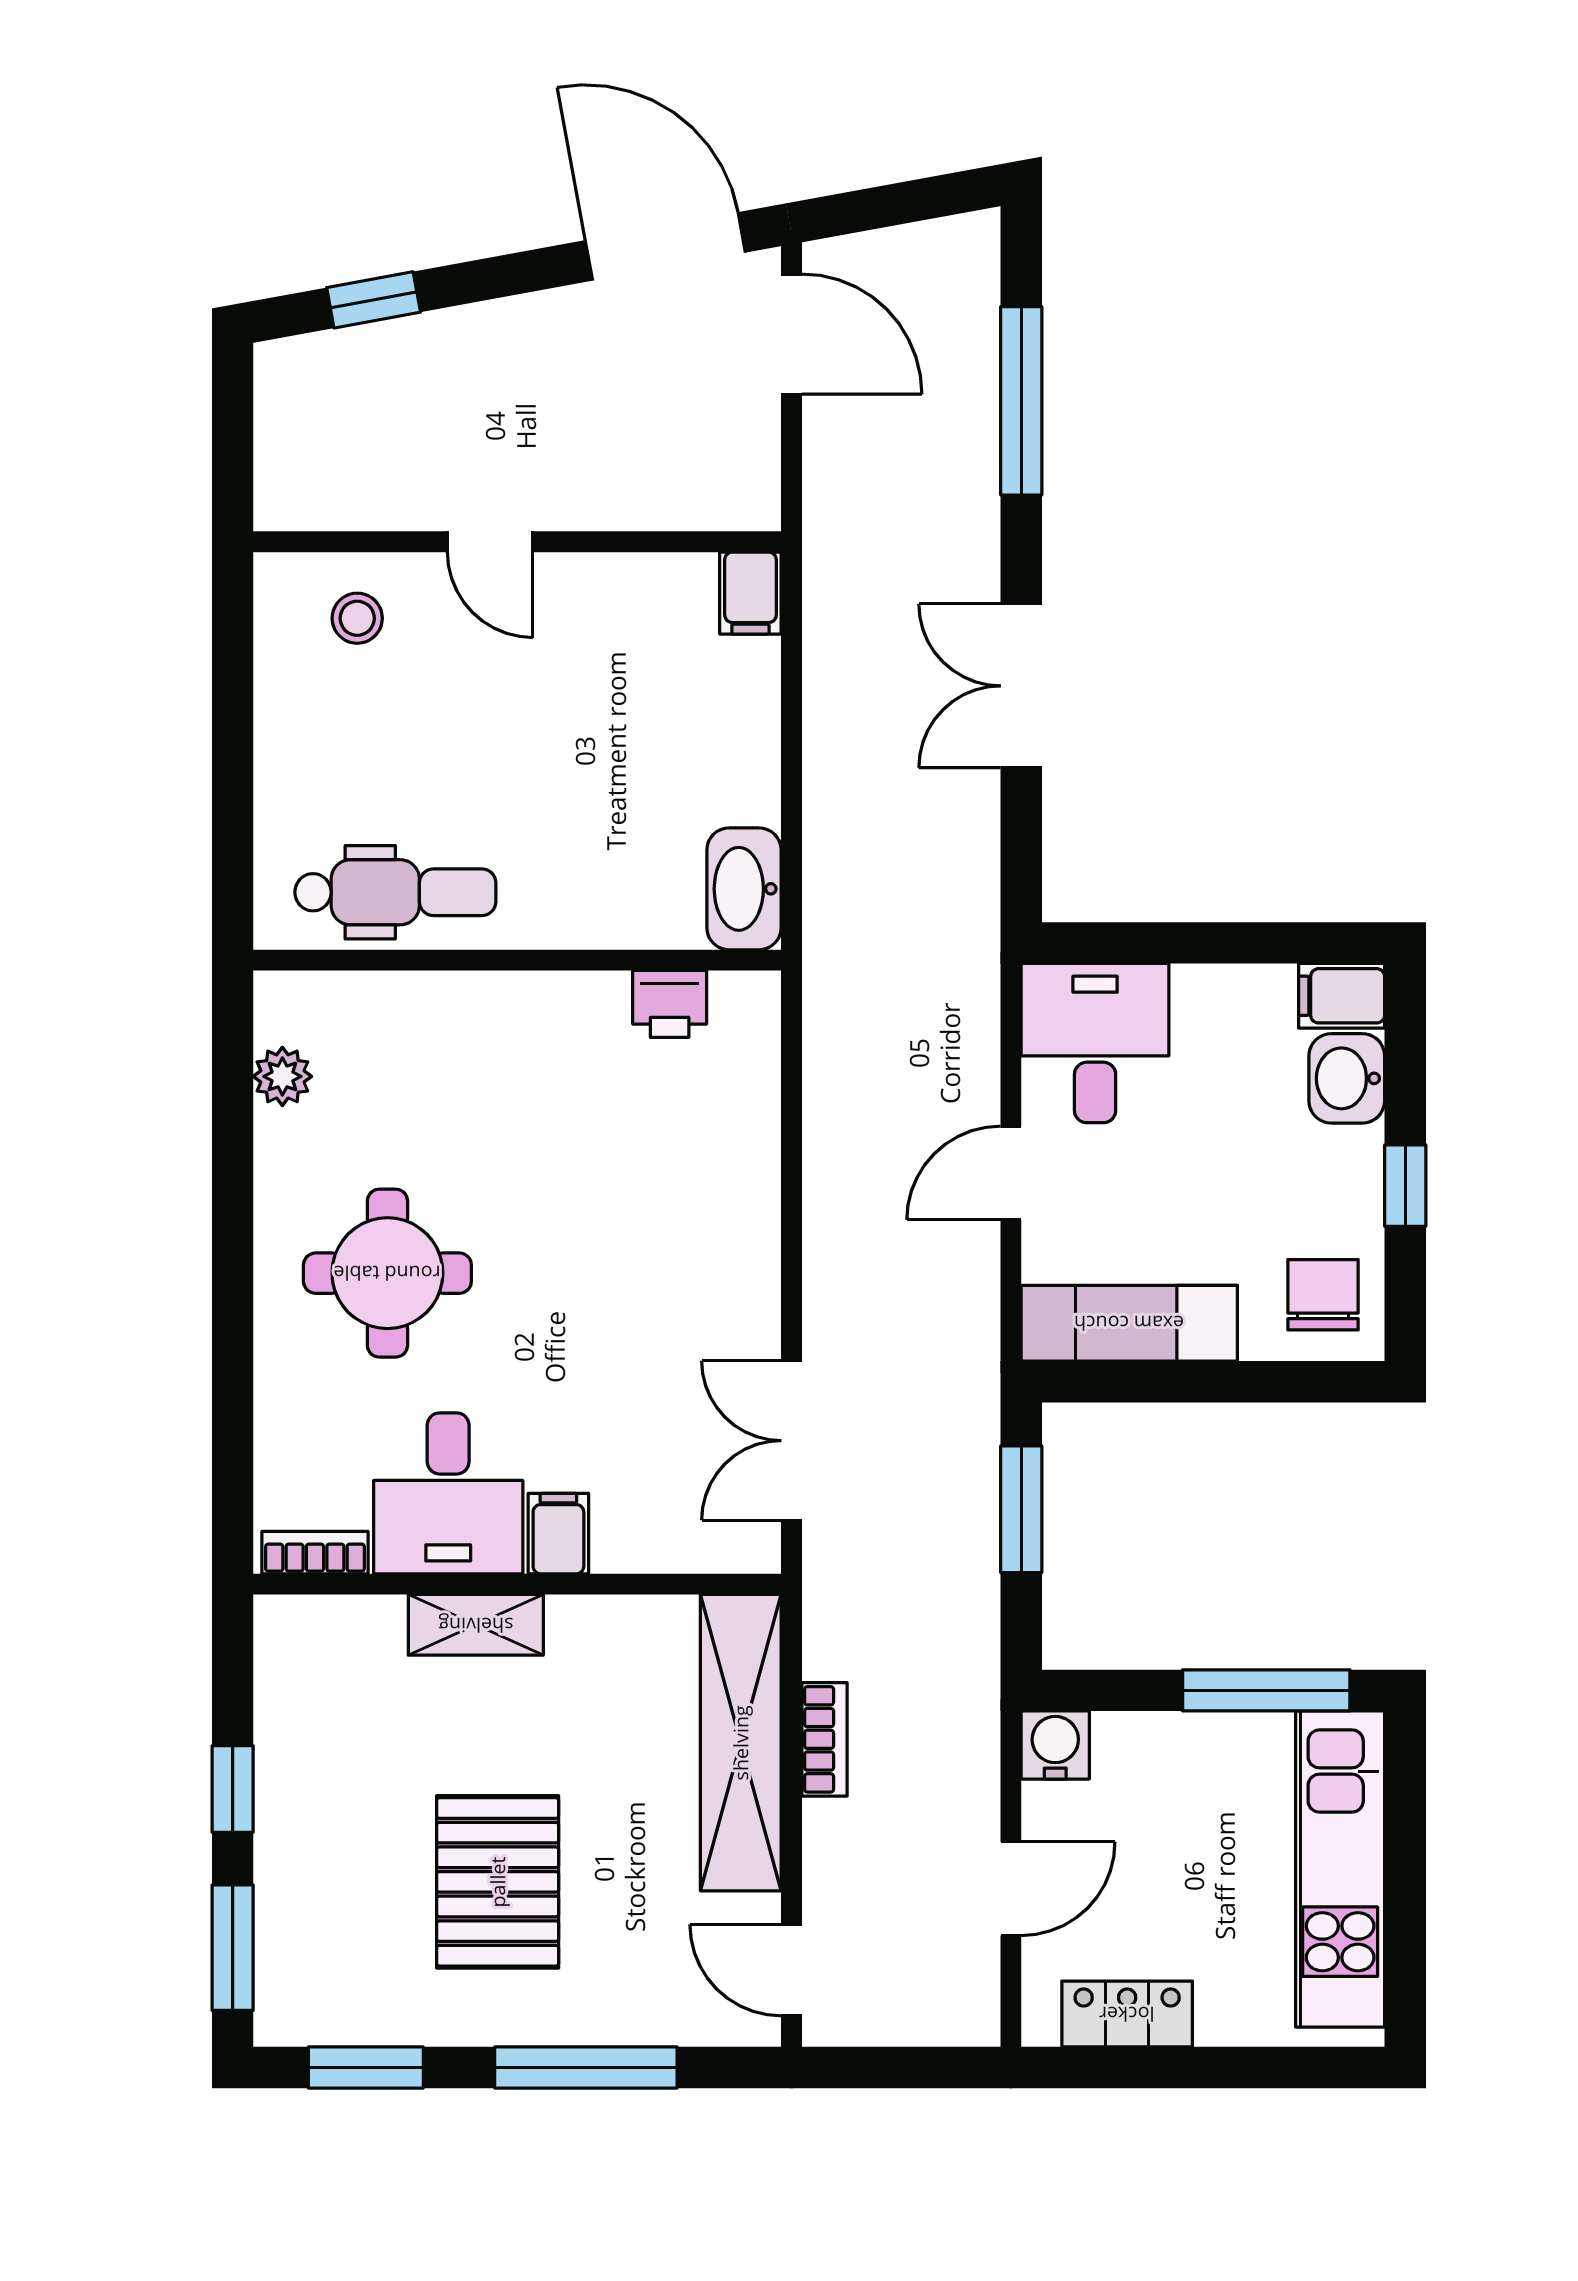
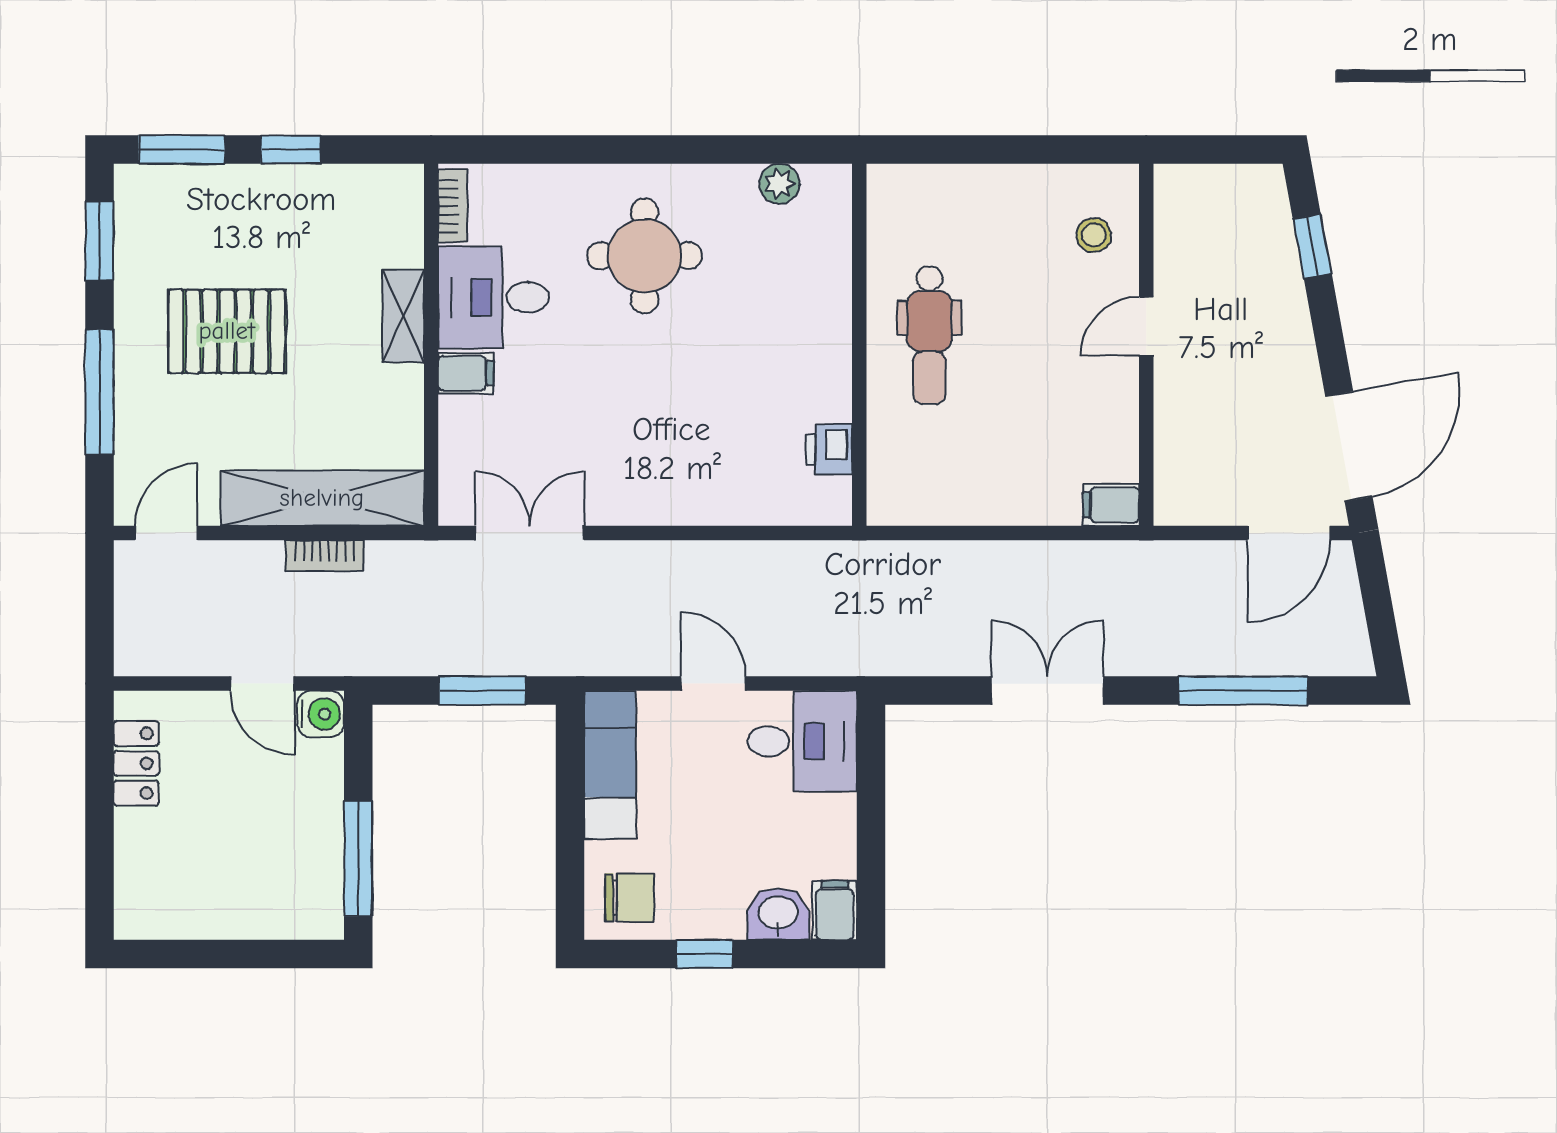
washbasin: (744, 889) -> (908, 500), removed
dental chair: (395, 892) -> (929, 335), moved
kitchen unit: (1340, 1869) -> (236, 909), removed
door: (1011, 1889) -> (262, 684), moved

